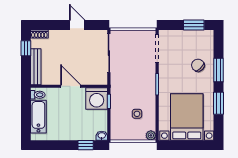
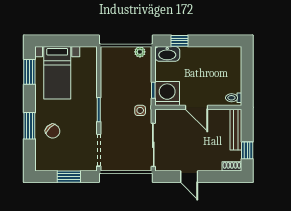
window: (194, 25) -> (69, 177), moved
window: (218, 103) -> (29, 72), moved
side table: (137, 114) -> (140, 110), moved
bathtub: (38, 117) -> (233, 73), removed
bed with nightstands: (187, 117) -> (57, 73), width x0.73
plant: (151, 135) -> (140, 52), moved
washbasin: (102, 136) -> (167, 54), width x1.91, depth x1.45

